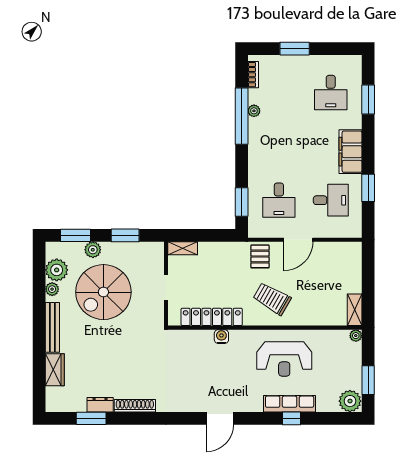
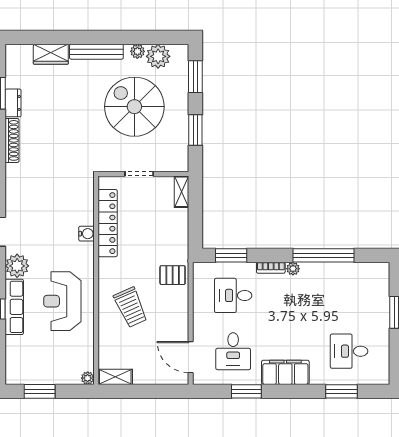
bookcase: (253, 75) -> (271, 268), moved
plant: (254, 111) -> (293, 269), moved
door: (298, 240) -> (191, 357), moved
plant: (93, 250) -> (180, 95), removed
trolley: (272, 299) -> (131, 307), moved, turned 126
plant: (350, 401) -> (17, 266), moved

